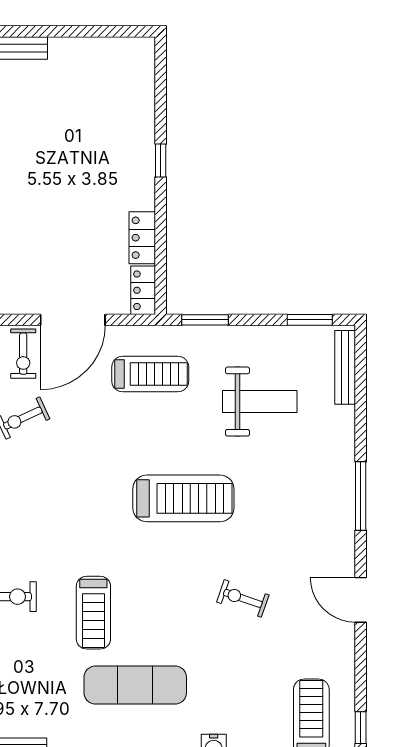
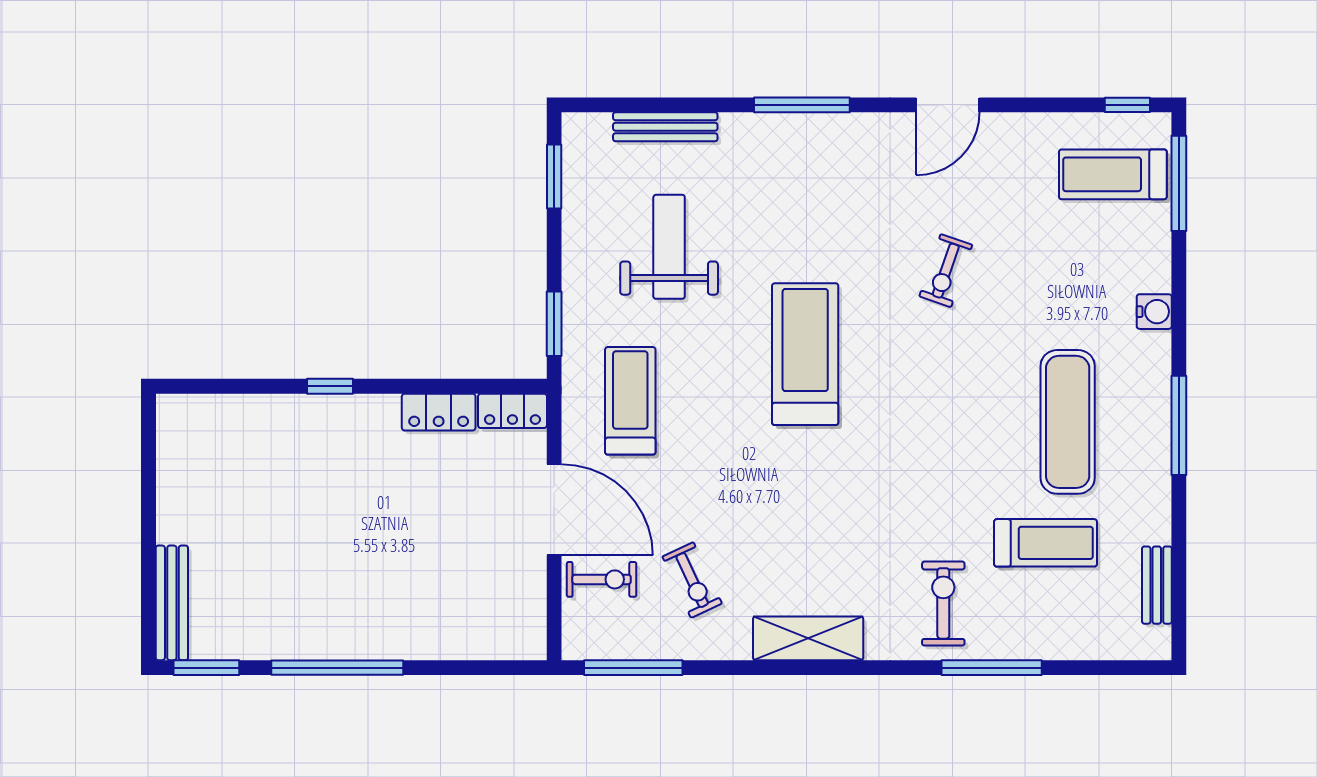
bench: (345, 367) -> (665, 127), moved
treadmill: (93, 613) -> (1046, 543), moved

